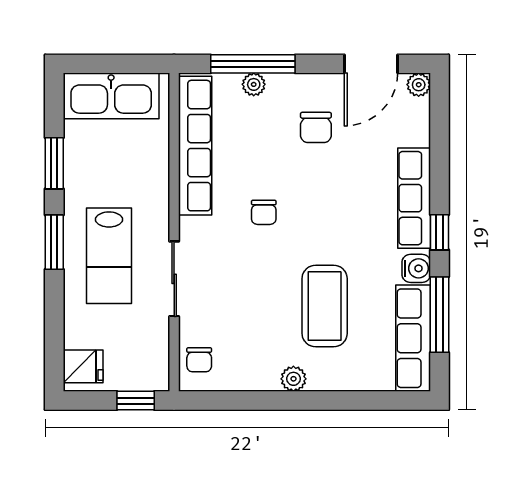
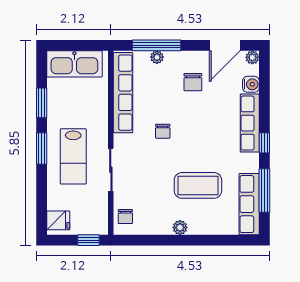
water cooler: (416, 268) -> (251, 84), moved
coffee table: (325, 306) -> (198, 185), turned 90

